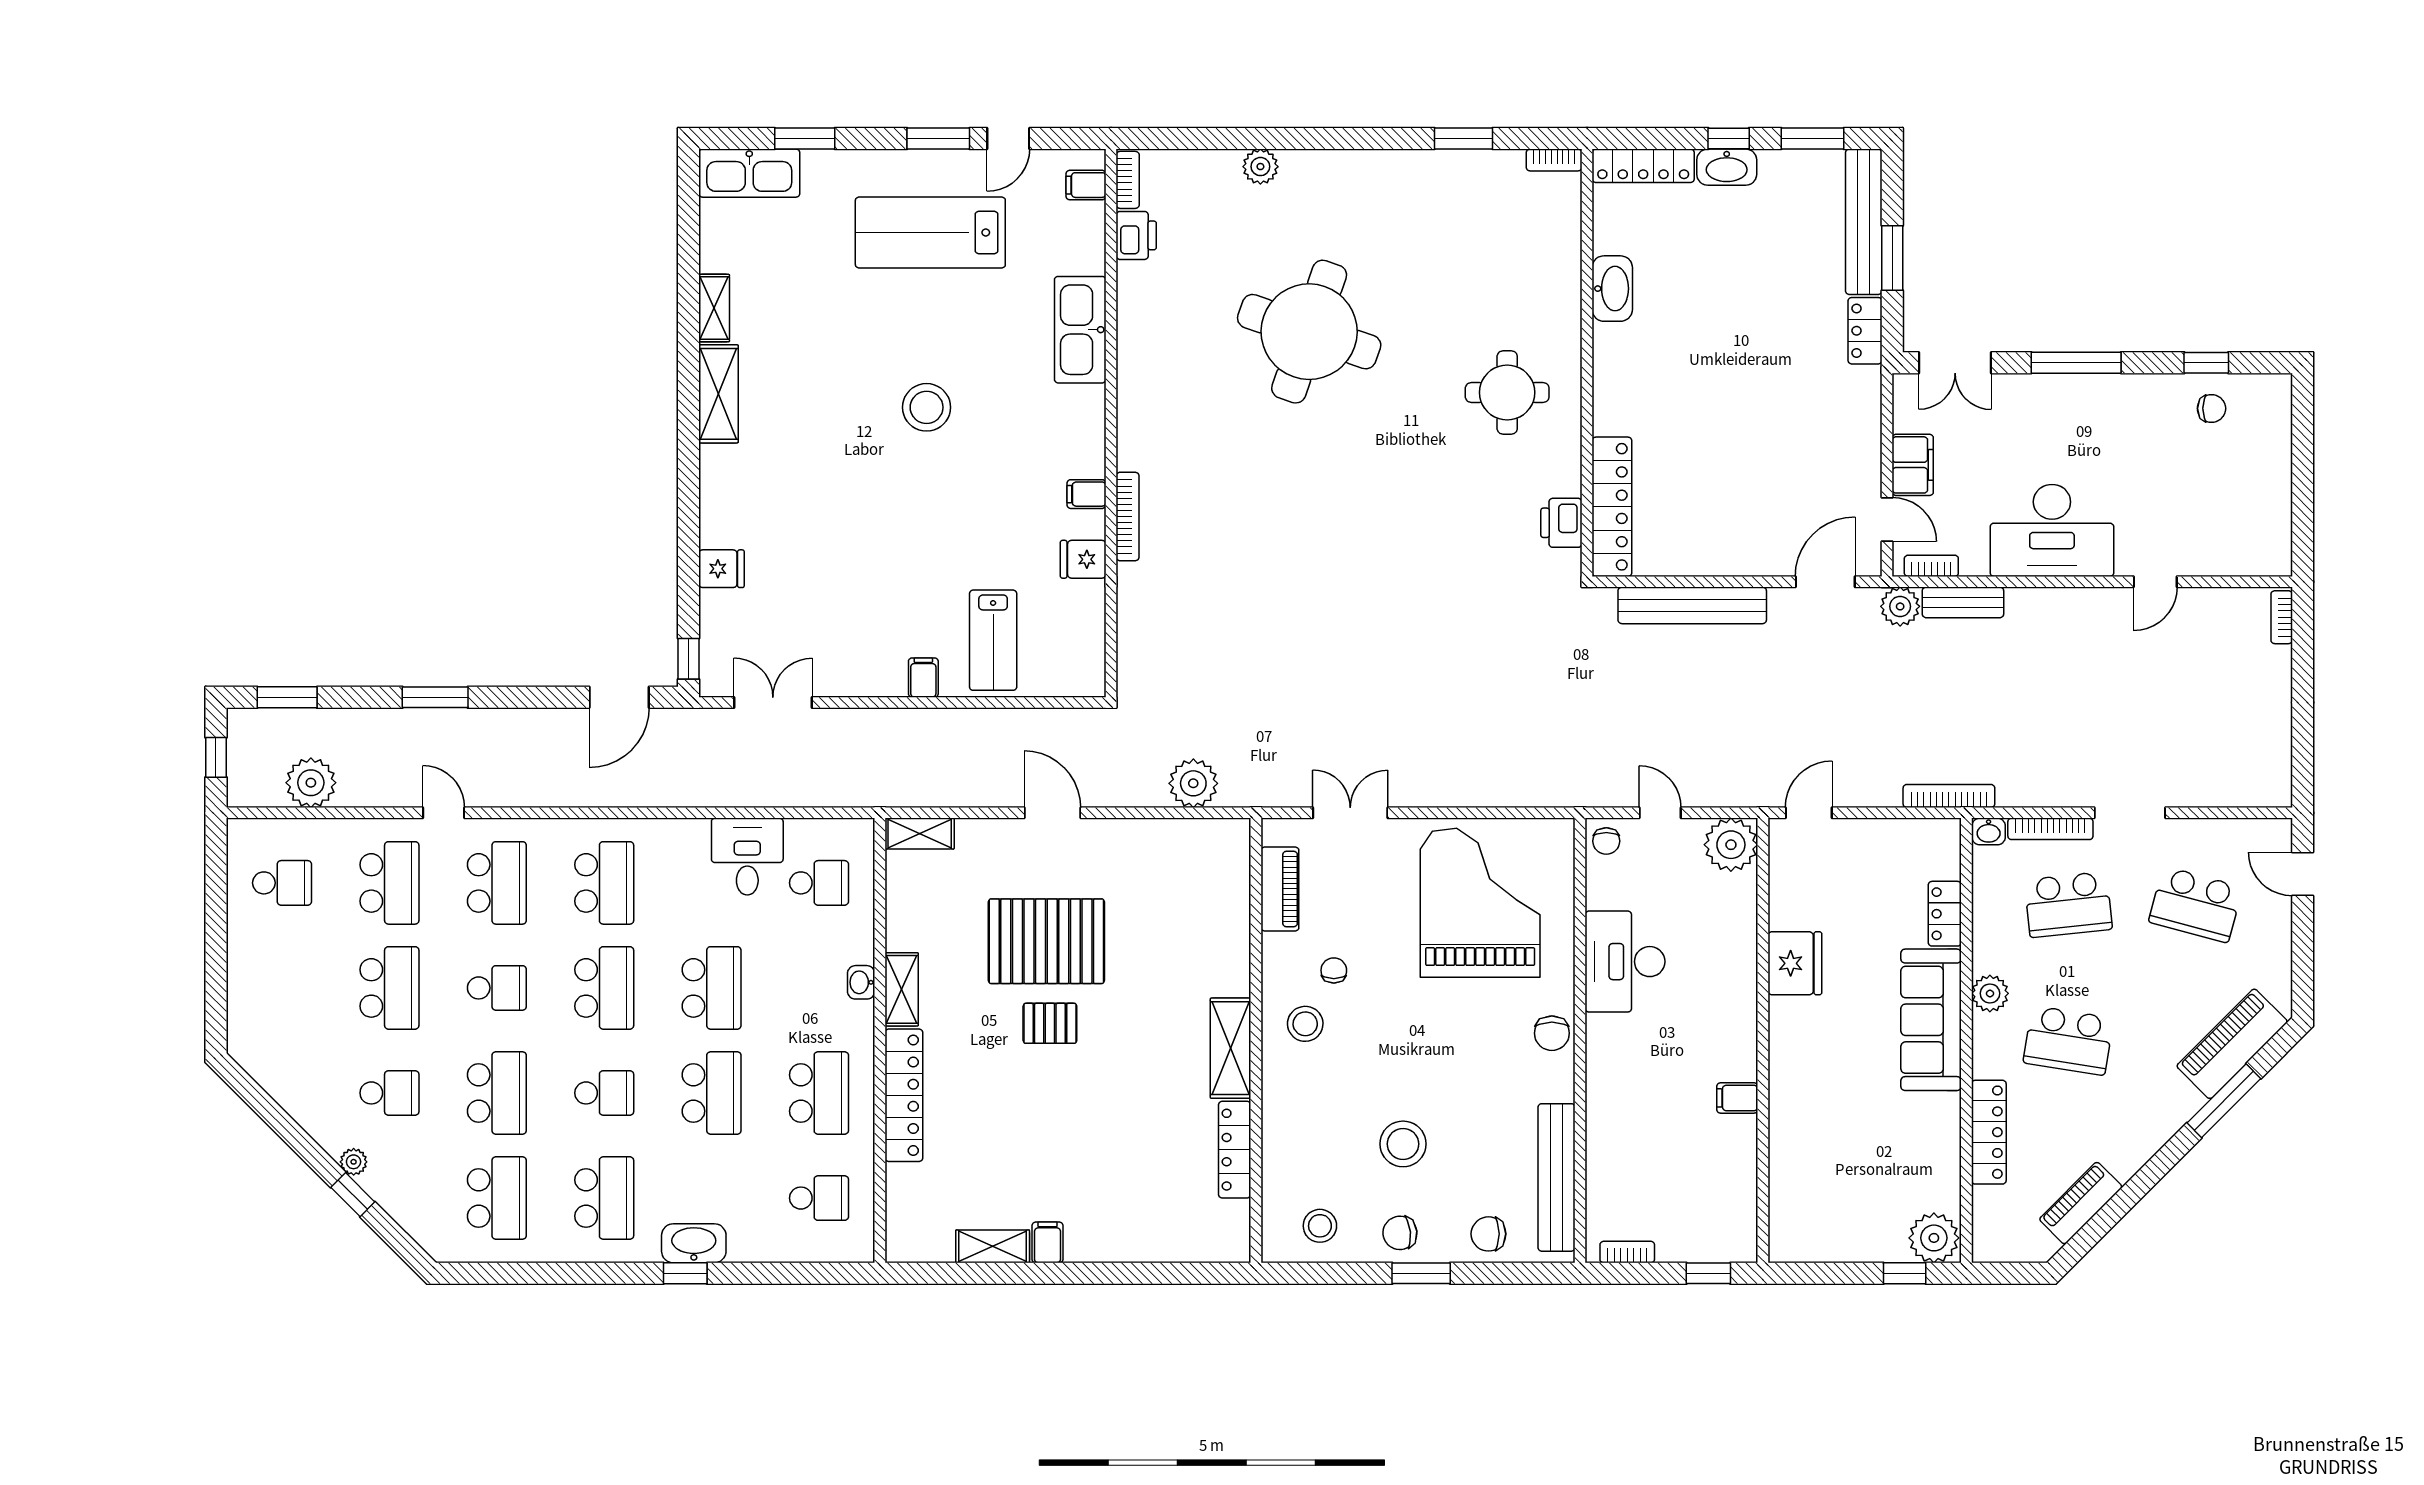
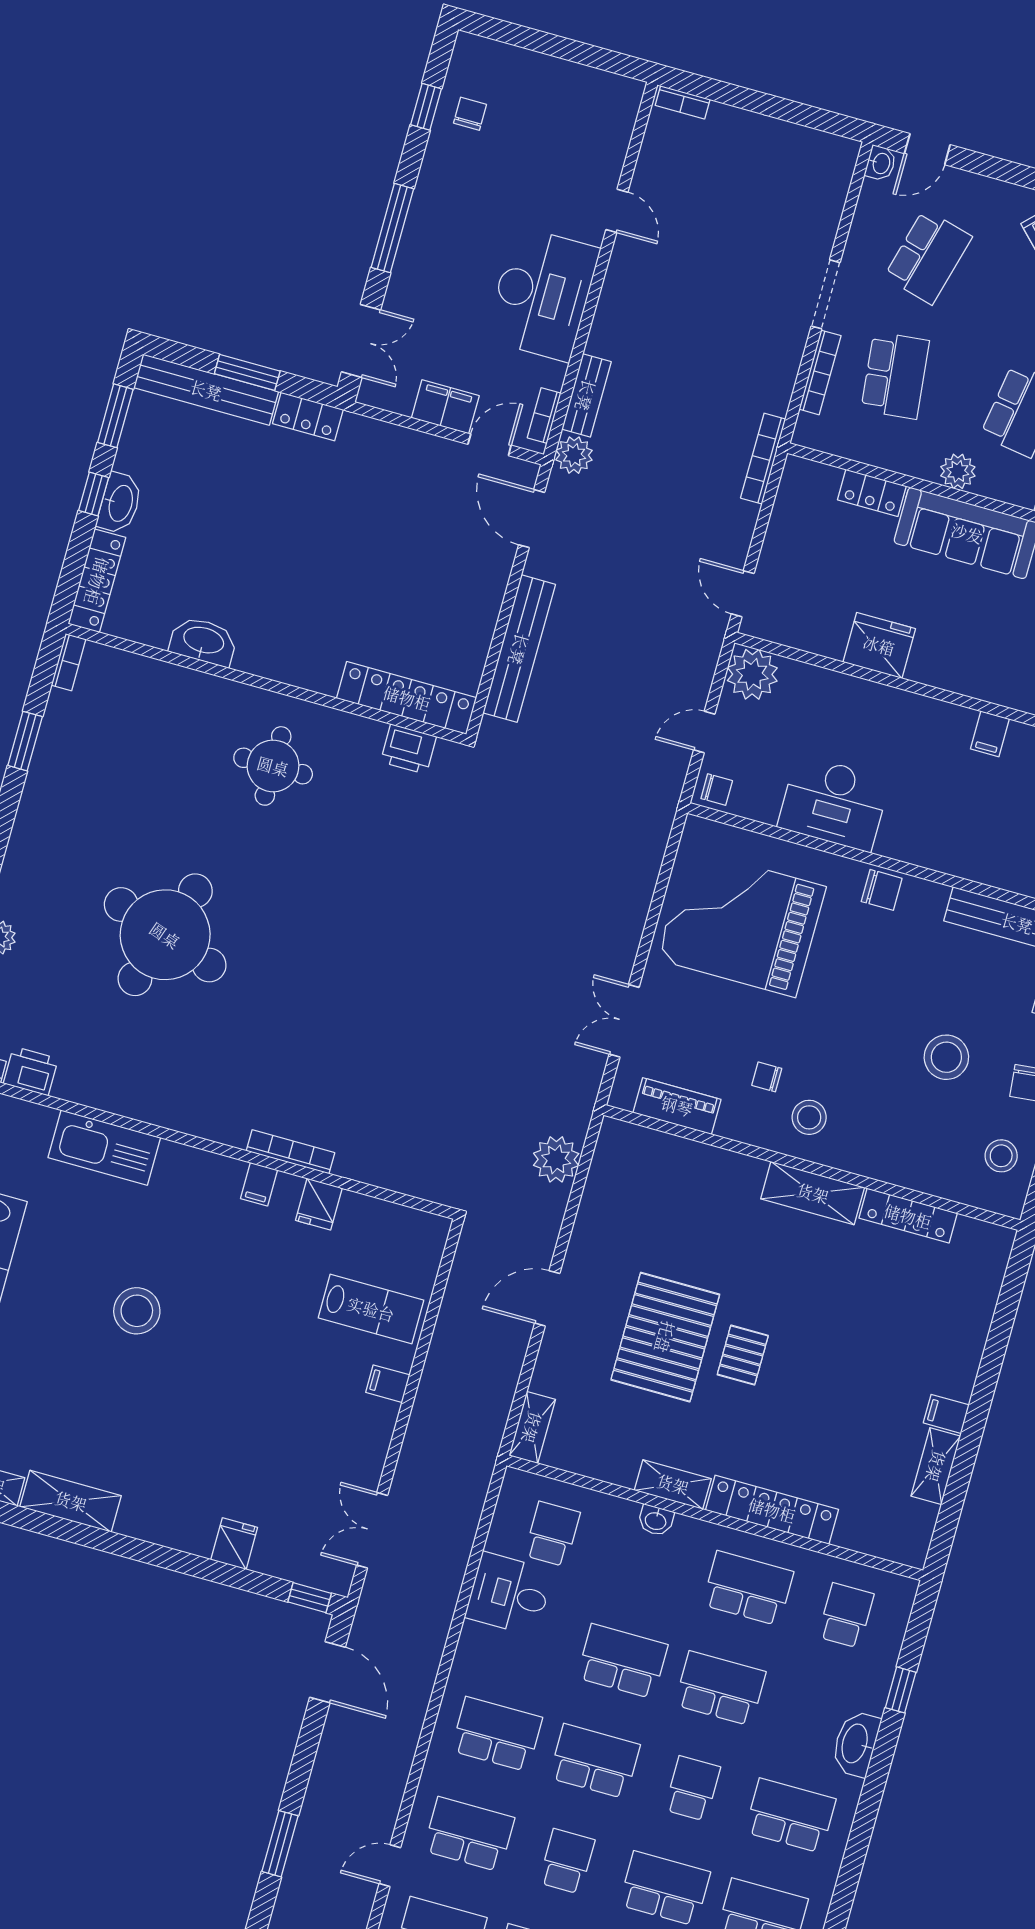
washbasin: (1989, 831) -> (881, 163), moved
window: (685, 1273) -> (901, 1690), moved

